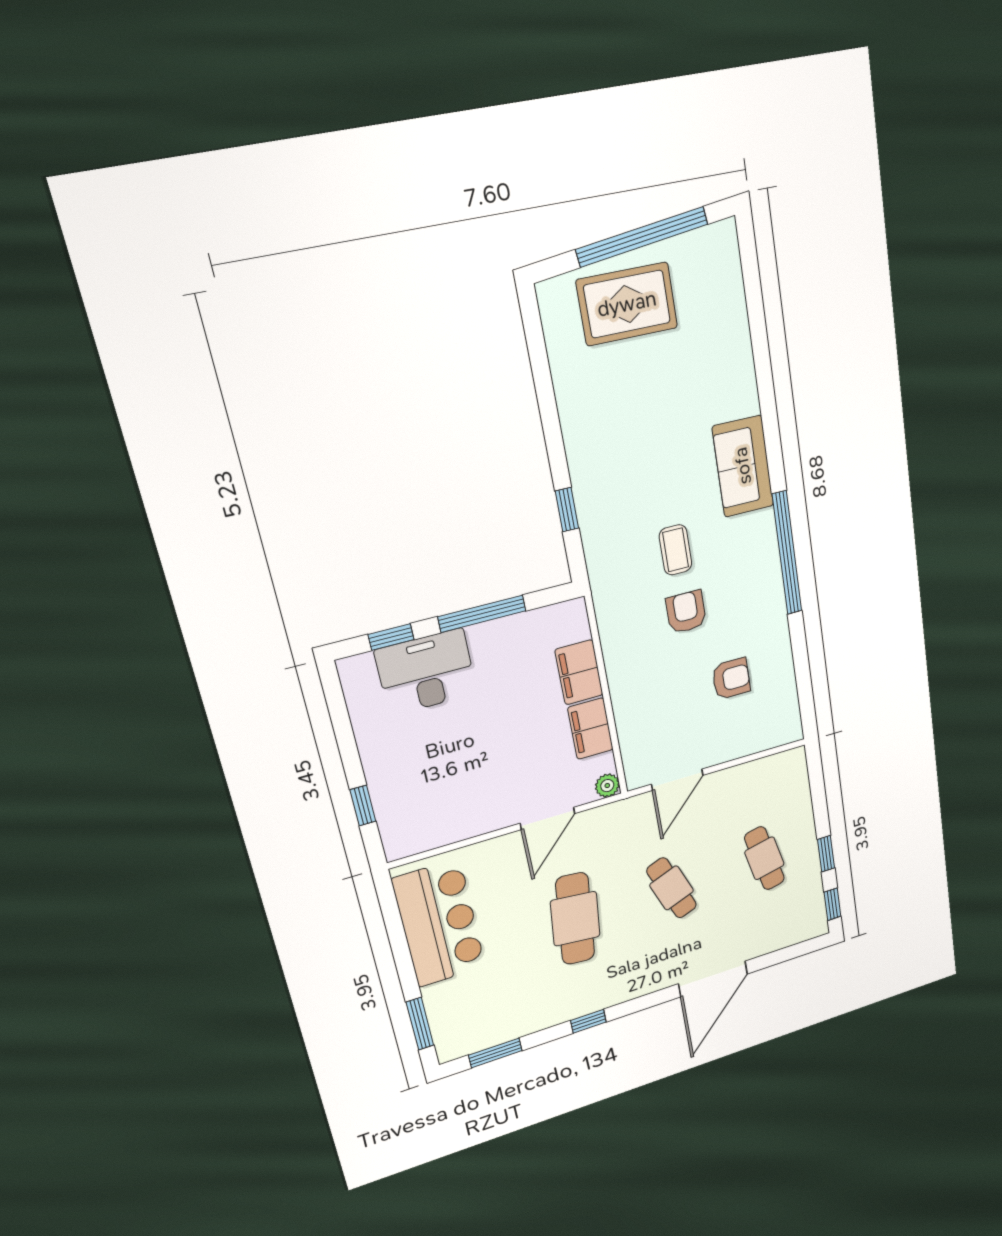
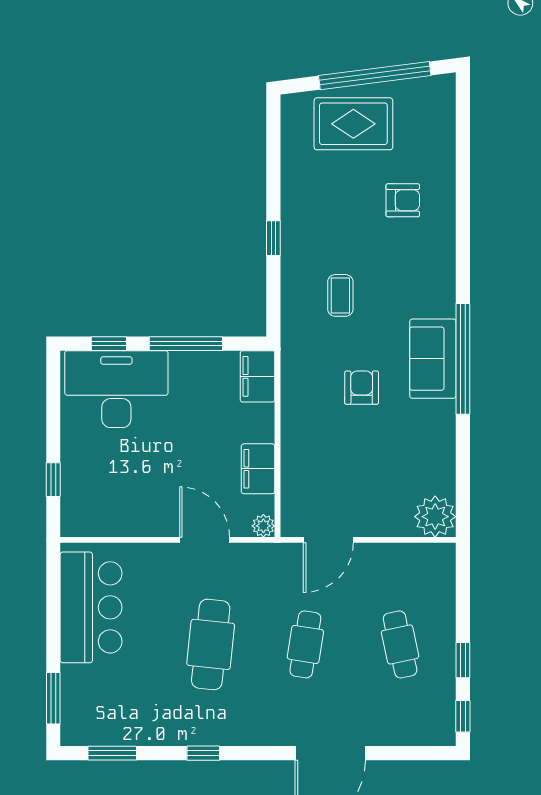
sofa: (743, 466) -> (433, 359), moved
window: (567, 510) -> (273, 238), moved
coffee table: (676, 550) -> (340, 295), moved
desk: (426, 672) -> (116, 389), width x1.36, depth x1.30
filing cabinet: (579, 672) -> (257, 376), moved
armchair: (731, 679) -> (403, 200), moved
plant: (781, 725) -> (435, 517), added
door: (548, 818) -> (205, 540), swing flipped
cafe table: (672, 888) -> (305, 644), turned 30

